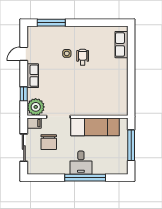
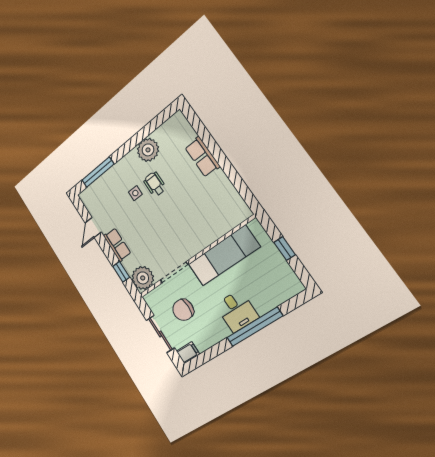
plant: (93, 34) -> (148, 150), added
row of seats: (121, 45) -> (202, 157), moved
filing cabinet: (34, 123) -> (188, 353), moved
chair: (49, 142) -> (183, 310), turned 90
window: (131, 145) -> (285, 249), width x0.46

